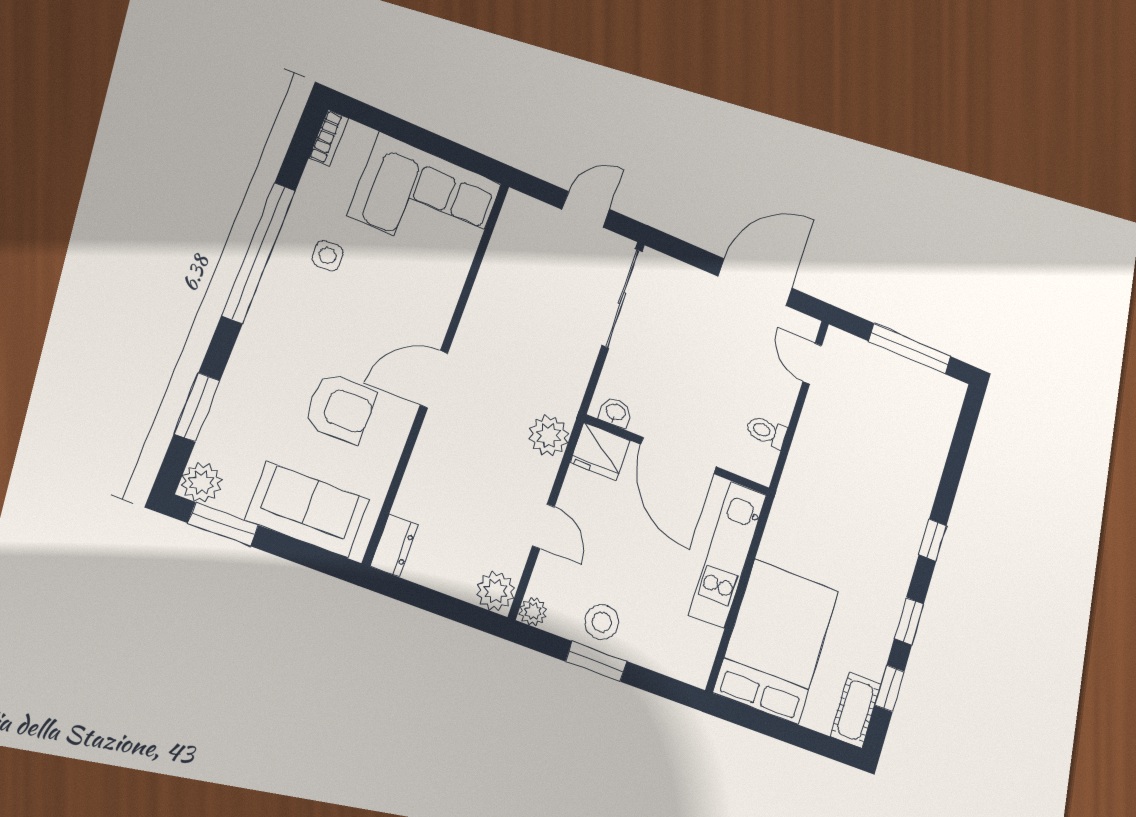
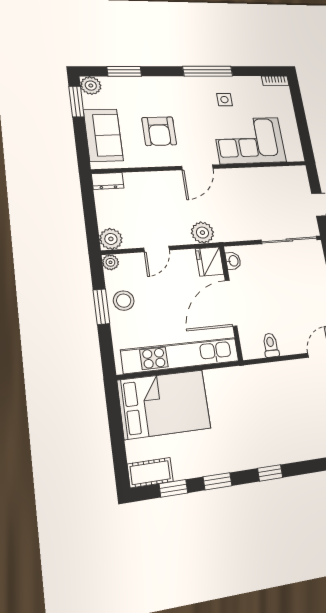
corner sofa: (425, 200) -> (249, 141), moved, turned 90
window: (259, 253) -> (208, 71), width x0.68
door: (434, 379) -> (197, 167), swing flipped
kitchen unit: (728, 554) -> (180, 355), width x1.36

